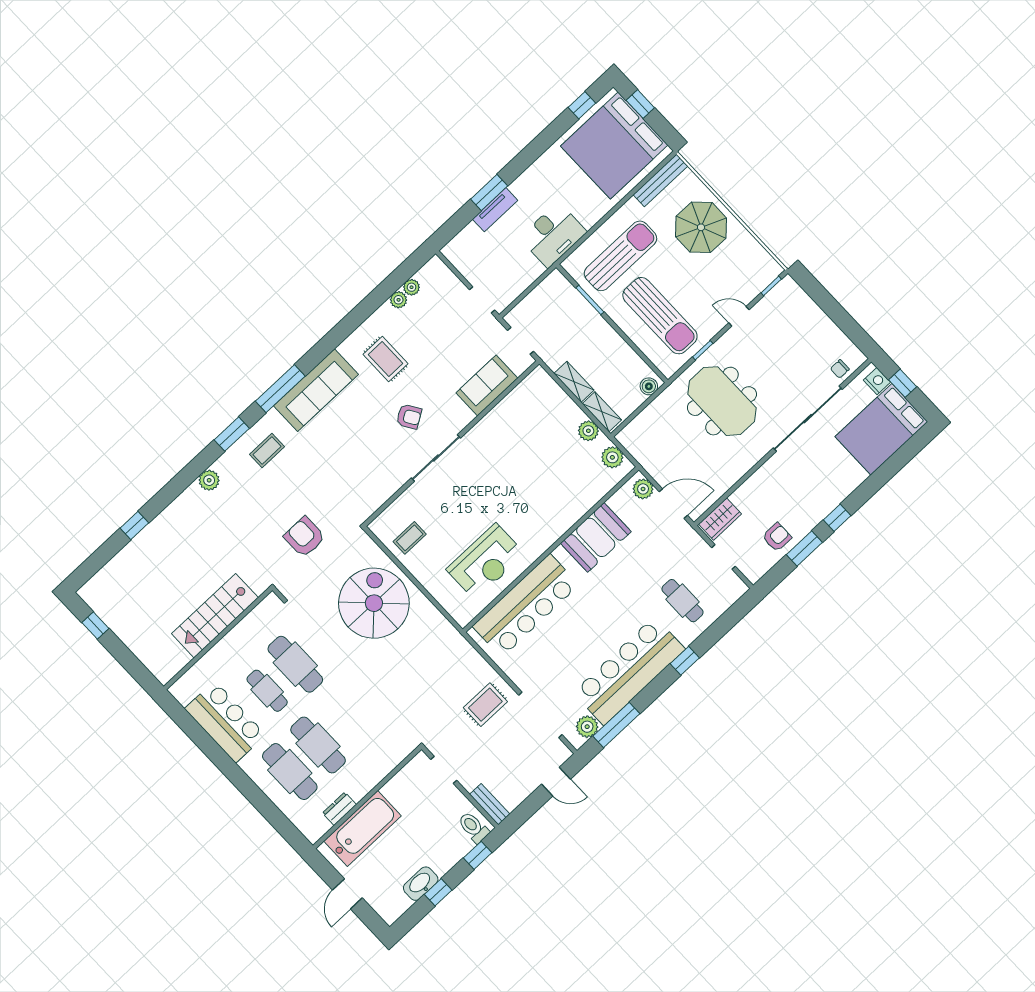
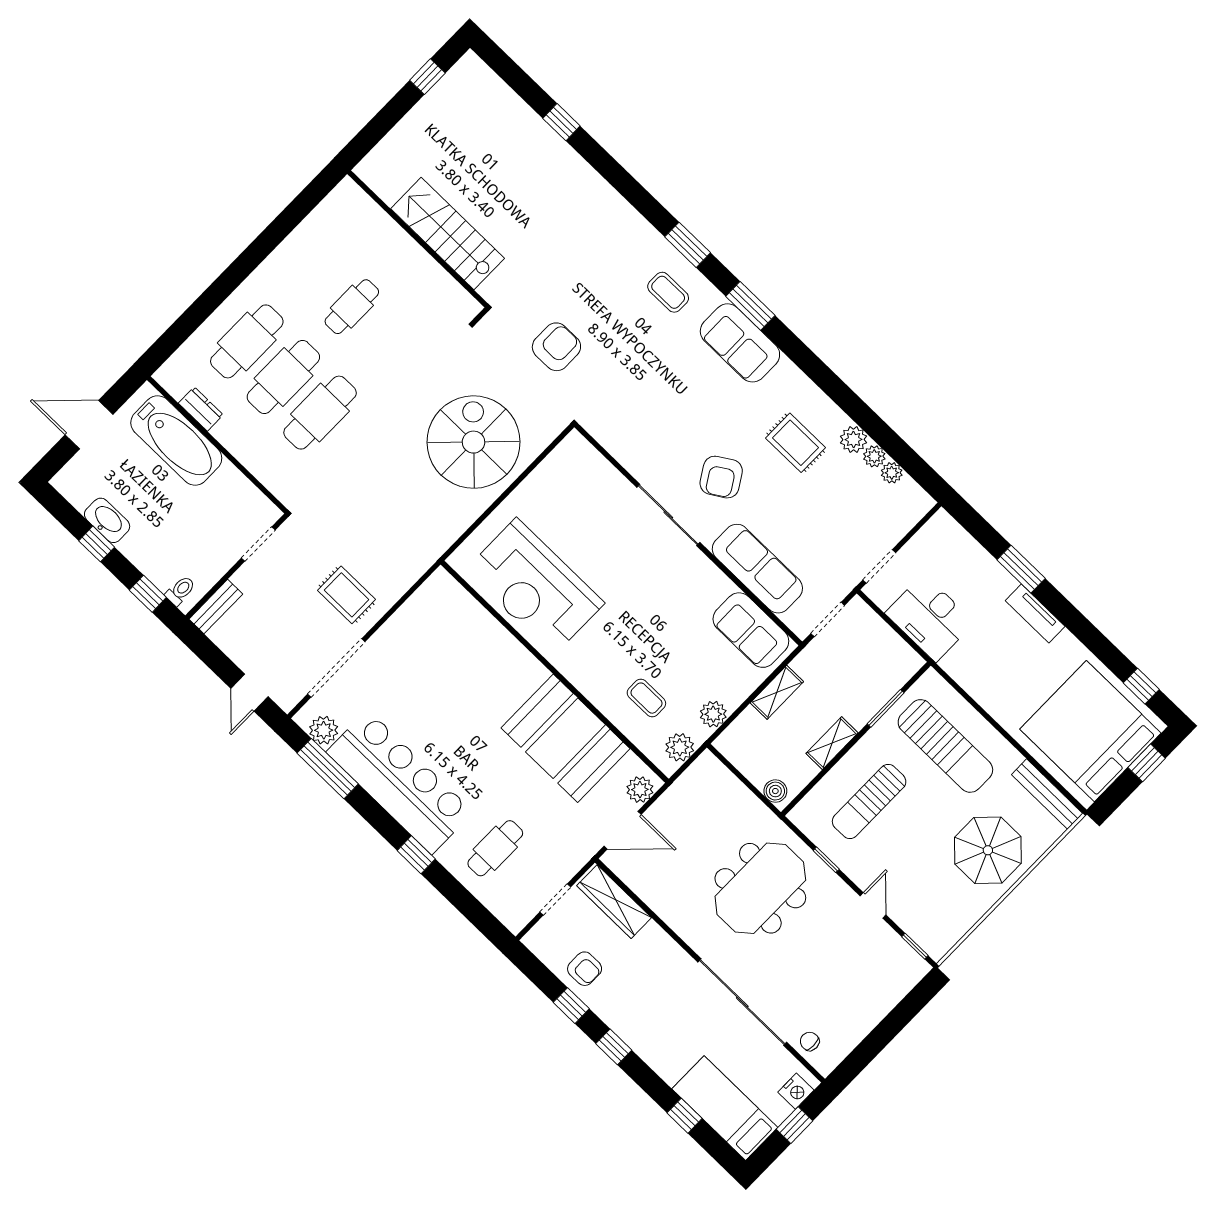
tv unit: (495, 210) -> (1035, 613), moved
desk: (553, 235) -> (930, 618), moved
sun lounger: (660, 316) -> (869, 802), width x0.73, depth x0.75
rug: (386, 359) -> (796, 443), turned 90
sofa: (487, 385) -> (757, 569), width x1.36
window: (280, 389) -> (750, 306), width x0.69
sofa: (316, 390) -> (740, 343), width x0.73
sofa: (526, 399) -> (751, 630), added
shelving: (602, 412) -> (832, 743), moved
armchair: (409, 417) -> (721, 477), width x1.38, depth x1.38
bed: (881, 429) -> (725, 1108), width x0.67
window: (892, 466) -> (685, 1116), added
plant: (209, 480) -> (853, 439), moved
door: (673, 504) -> (623, 830), hinge flipped
wardrobe: (720, 519) -> (614, 902), width x1.50
booth: (596, 537) -> (566, 738), width x1.36, depth x1.42
coffee table: (410, 538) -> (646, 698), moved
window: (804, 548) -> (571, 1006), width x0.67
reception desk: (486, 562) -> (535, 587), width x1.36, depth x1.30
spiral stairs: (374, 603) -> (474, 442), turned -90
bar counter: (526, 606) -> (479, 642), removed
cafe table: (295, 664) -> (320, 413), moved
bar counter: (225, 722) -> (308, 253), removed
toilet: (473, 827) -> (180, 591), width x0.73, depth x0.72
door: (347, 894) -> (89, 425), width x1.38

